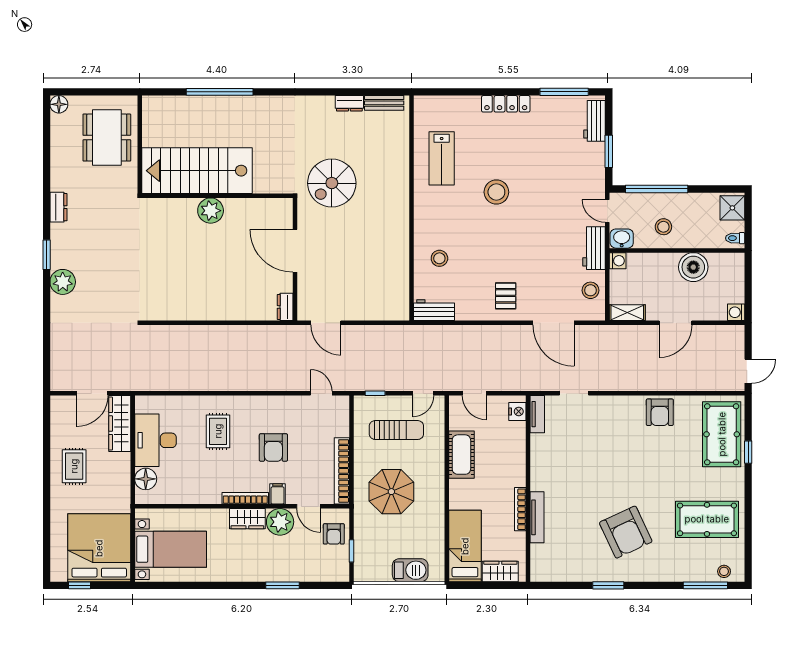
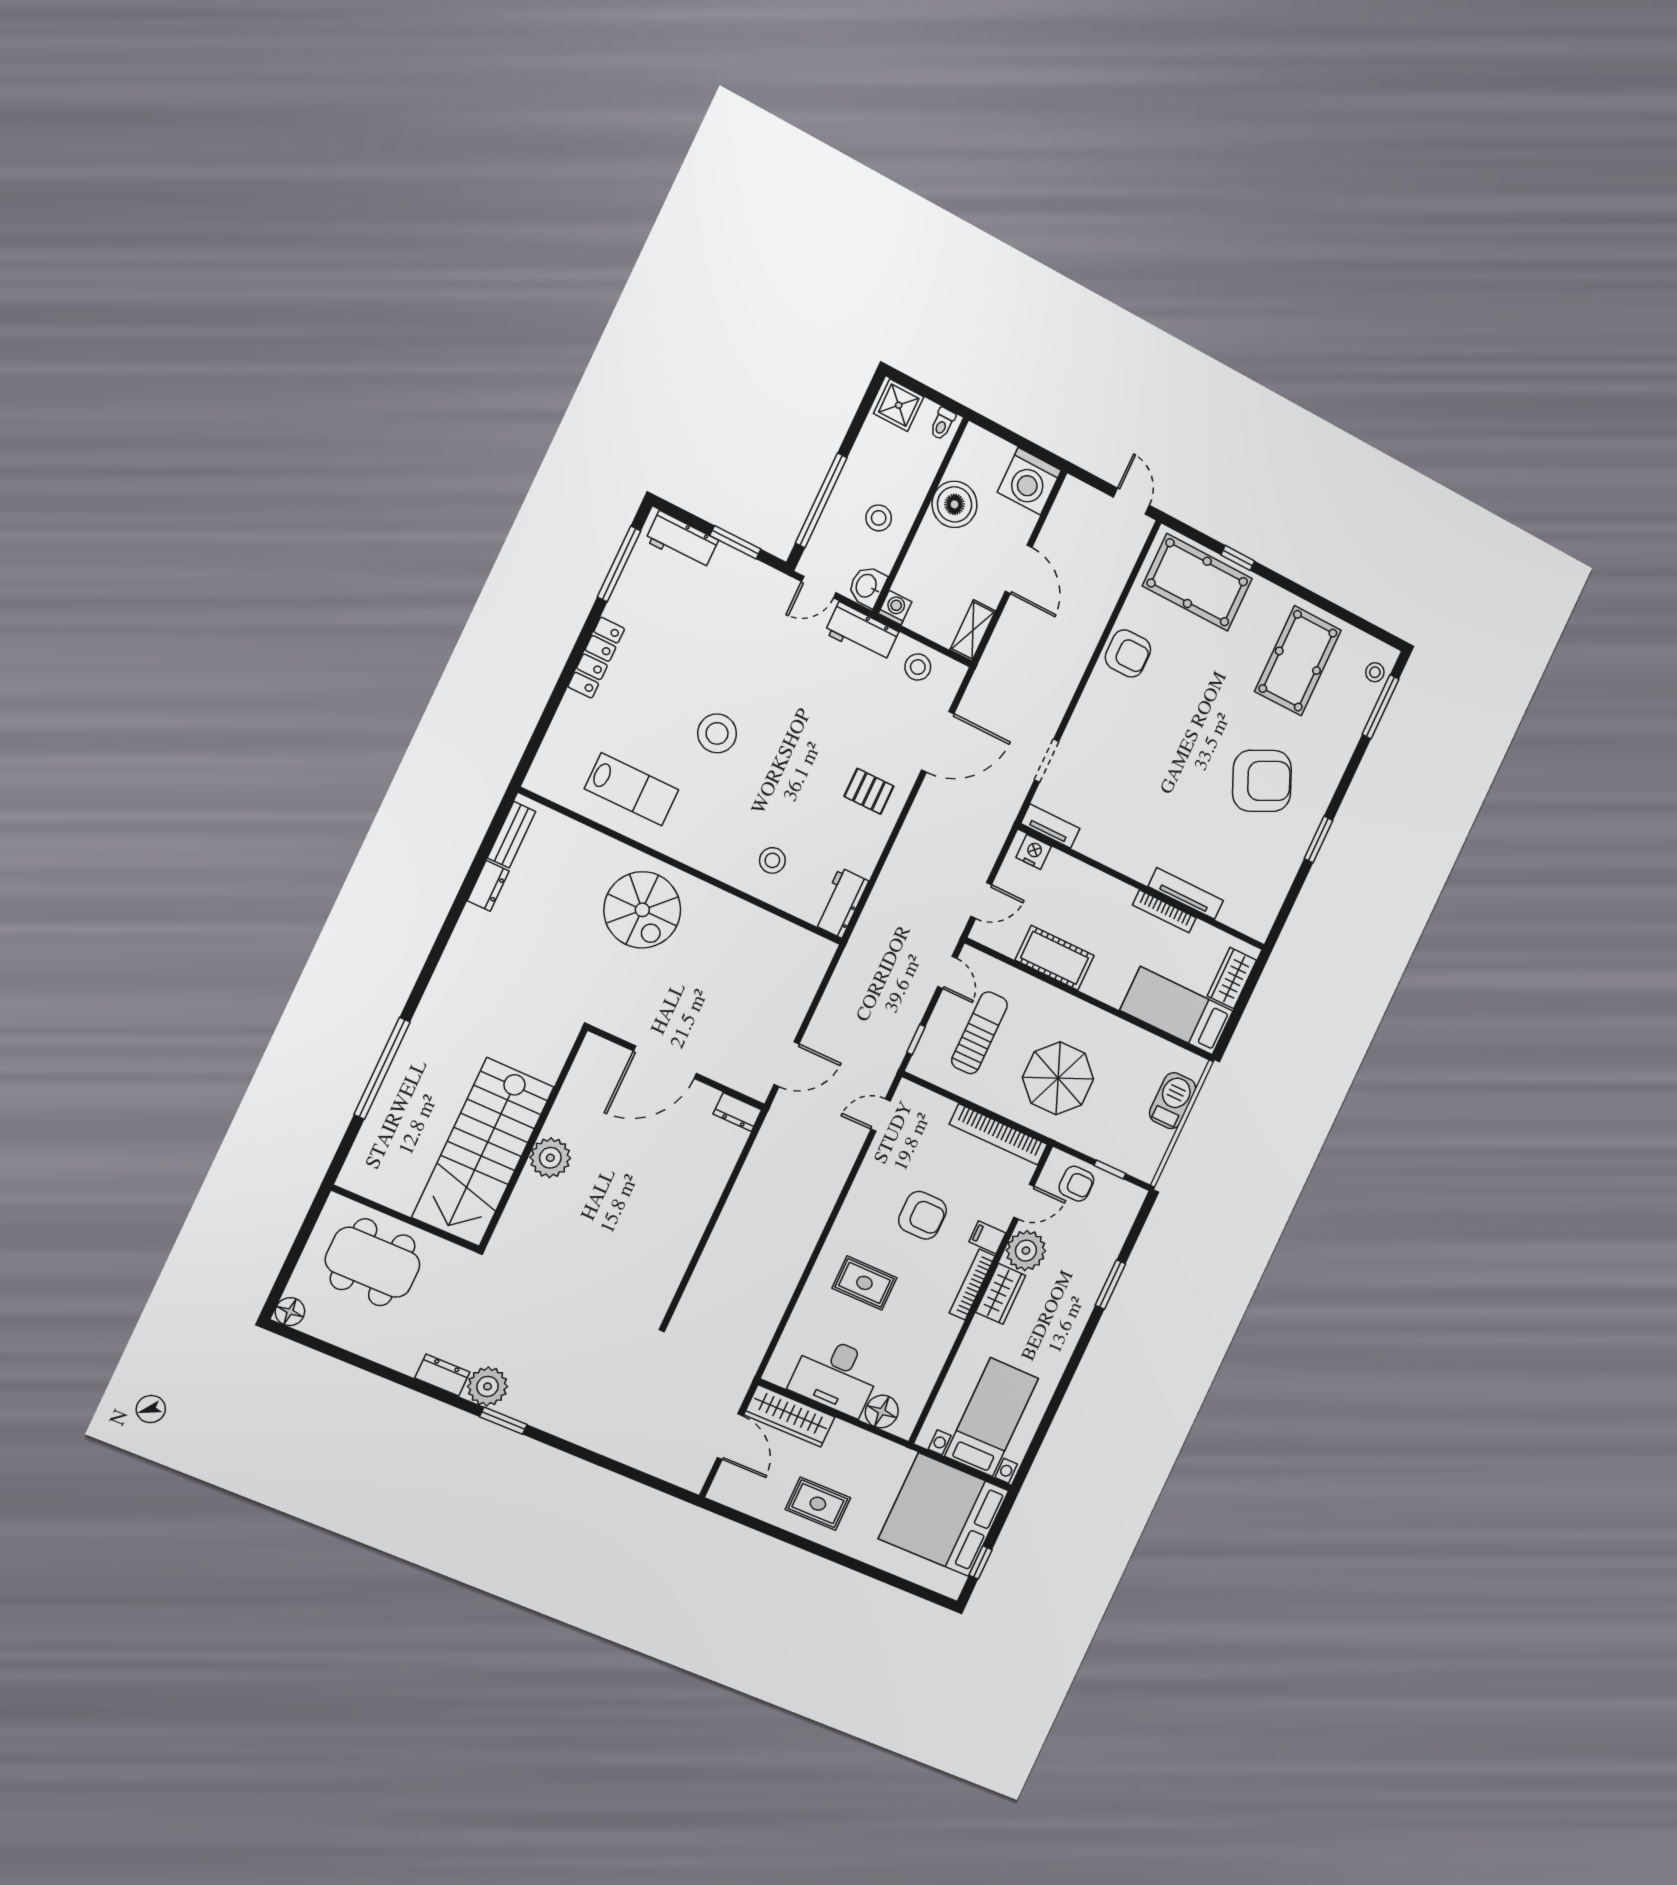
spiral stairs: (332, 183) -> (642, 910), moved
plant: (63, 282) -> (488, 1386), moved
washing machine: (736, 312) -> (1029, 481), width x1.89, depth x1.89

